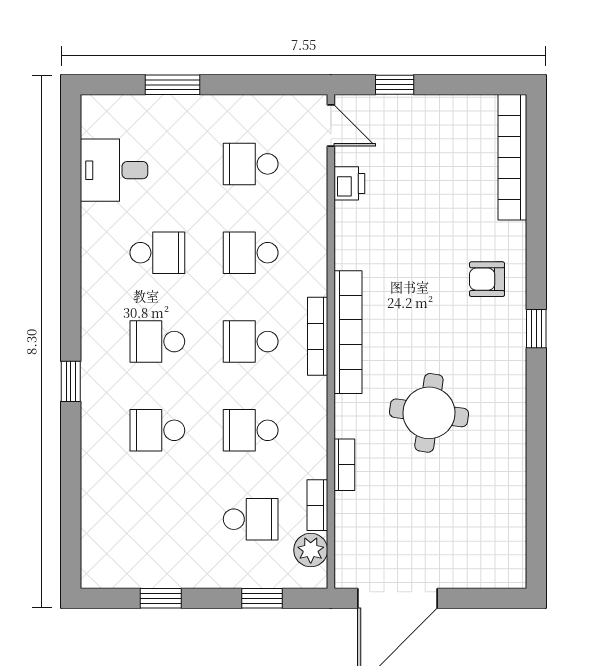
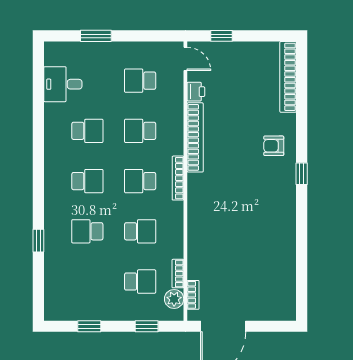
bookcase: (348, 332) -> (195, 137), moved
school desk: (157, 342) -> (87, 181), turned 180
window: (71, 381) -> (38, 241), moved
round table: (429, 413) -> (241, 221), removed
school desk: (251, 430) -> (140, 231), turned 180
bookcase: (344, 465) -> (193, 295), moved

